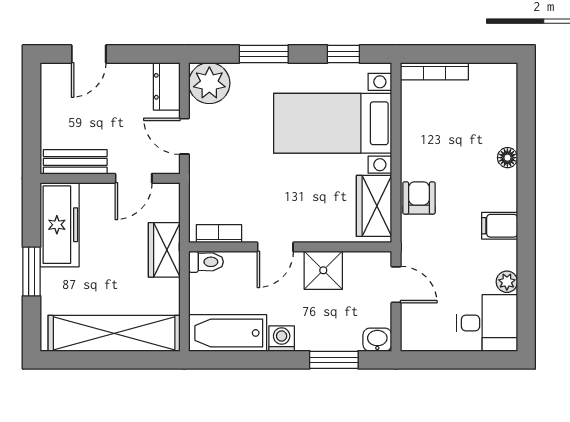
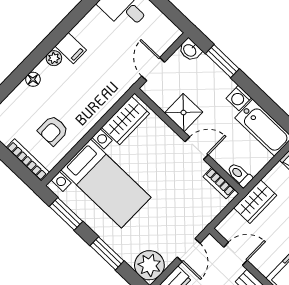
window: (343, 54) -> (66, 214), width x1.50
armchair: (419, 198) -> (53, 130), moved
plant: (507, 282) -> (54, 58), moved

